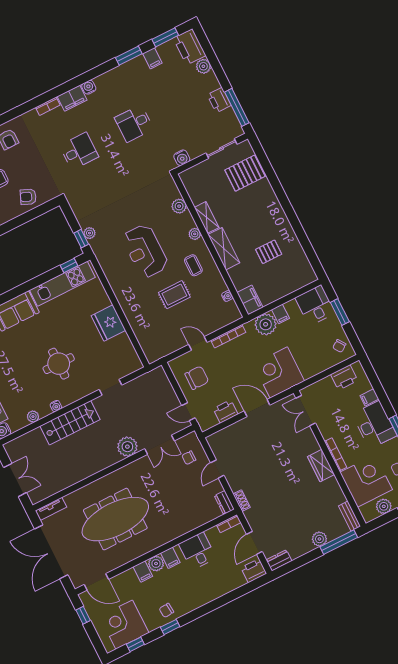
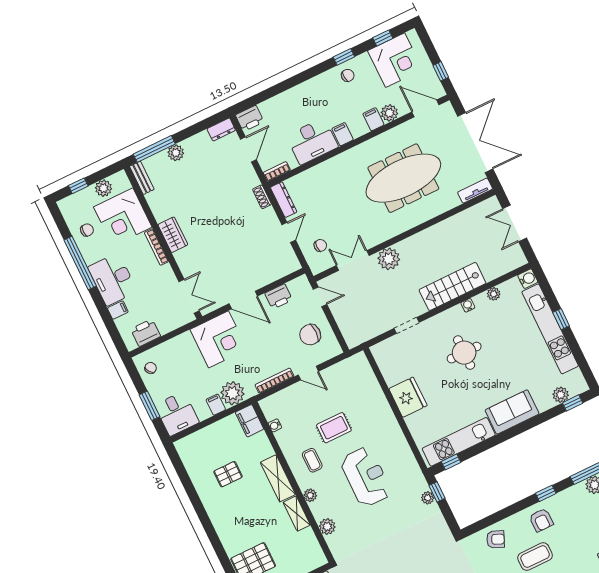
dresser: (224, 503) -> (284, 200), width x1.44
desk: (197, 551) -> (312, 141), width x1.37
plant: (156, 564) -> (389, 113), moved

